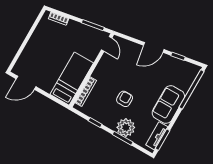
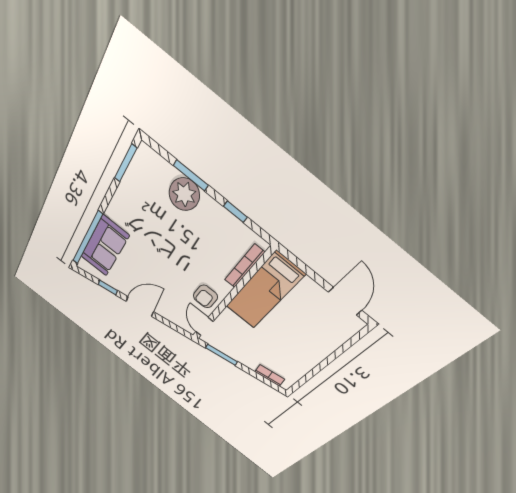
door: (26, 83) -> (345, 301), hinge flipped
armchair: (125, 99) -> (205, 296), moved
sofa: (168, 105) -> (105, 246), moved
tv unit: (157, 136) -> (135, 172), removed

